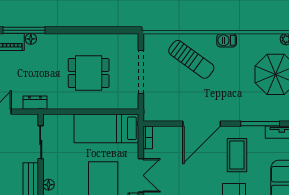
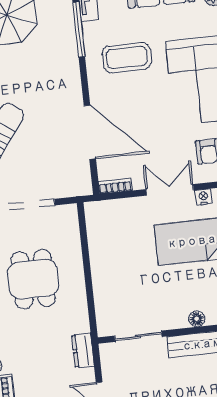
door: (202, 124) -> (90, 132), moved
bed: (106, 128) -> (109, 246), removed

